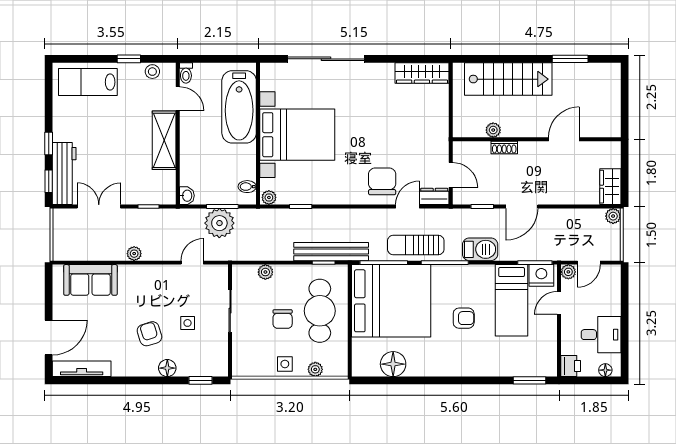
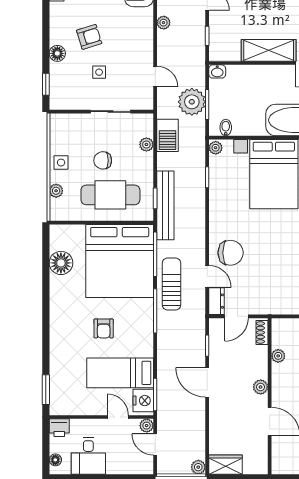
shoe rack: (504, 147) -> (262, 332), moved
plant: (527, 149) -> (261, 387), added
barbecue: (480, 249) -> (167, 135), moved

